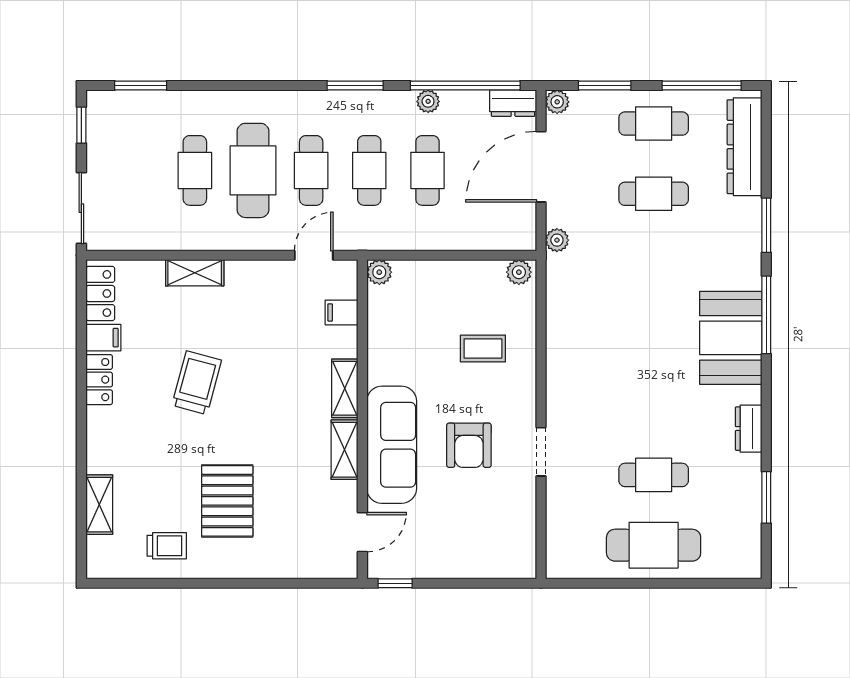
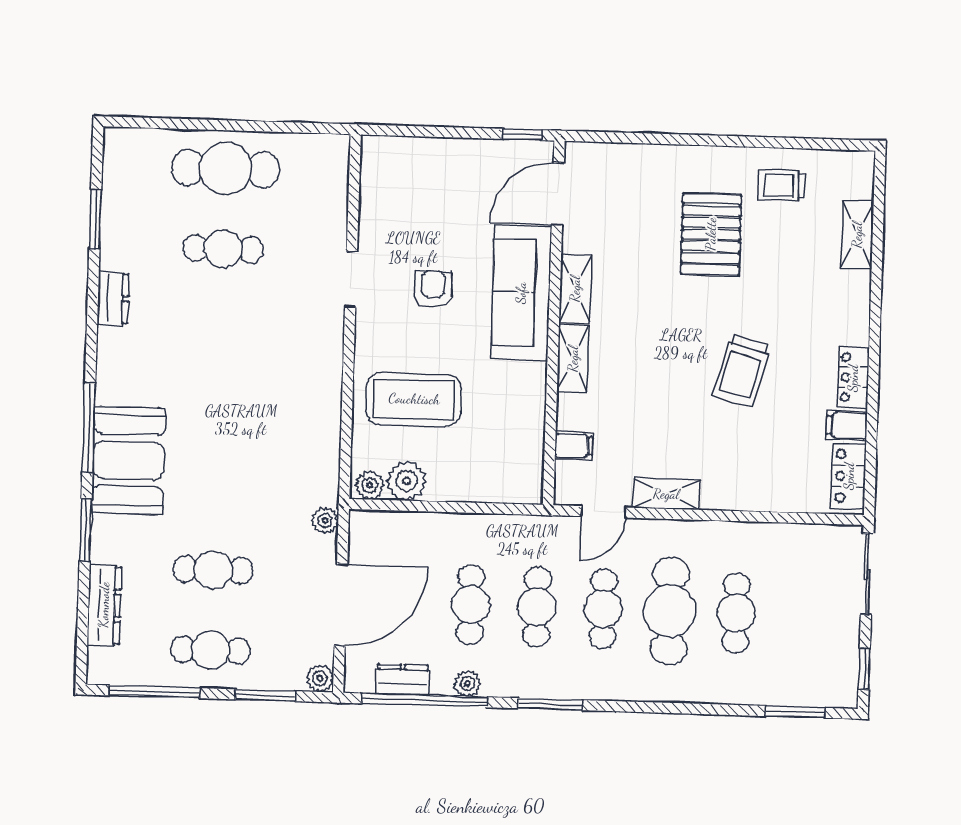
dresser: (513, 103) -> (403, 679), moved
dresser: (744, 147) -> (104, 605), width x0.73, depth x0.80
plant: (379, 272) -> (406, 481), moved, width x1.38, depth x1.38
shelving: (195, 273) -> (666, 494), moved
booth: (731, 338) -> (128, 460), moved
coffee table: (483, 348) -> (414, 399), width x1.86, depth x1.72
armchair: (469, 445) -> (433, 289), width x0.72, depth x0.72
door: (362, 532) -> (558, 194), width x1.38

